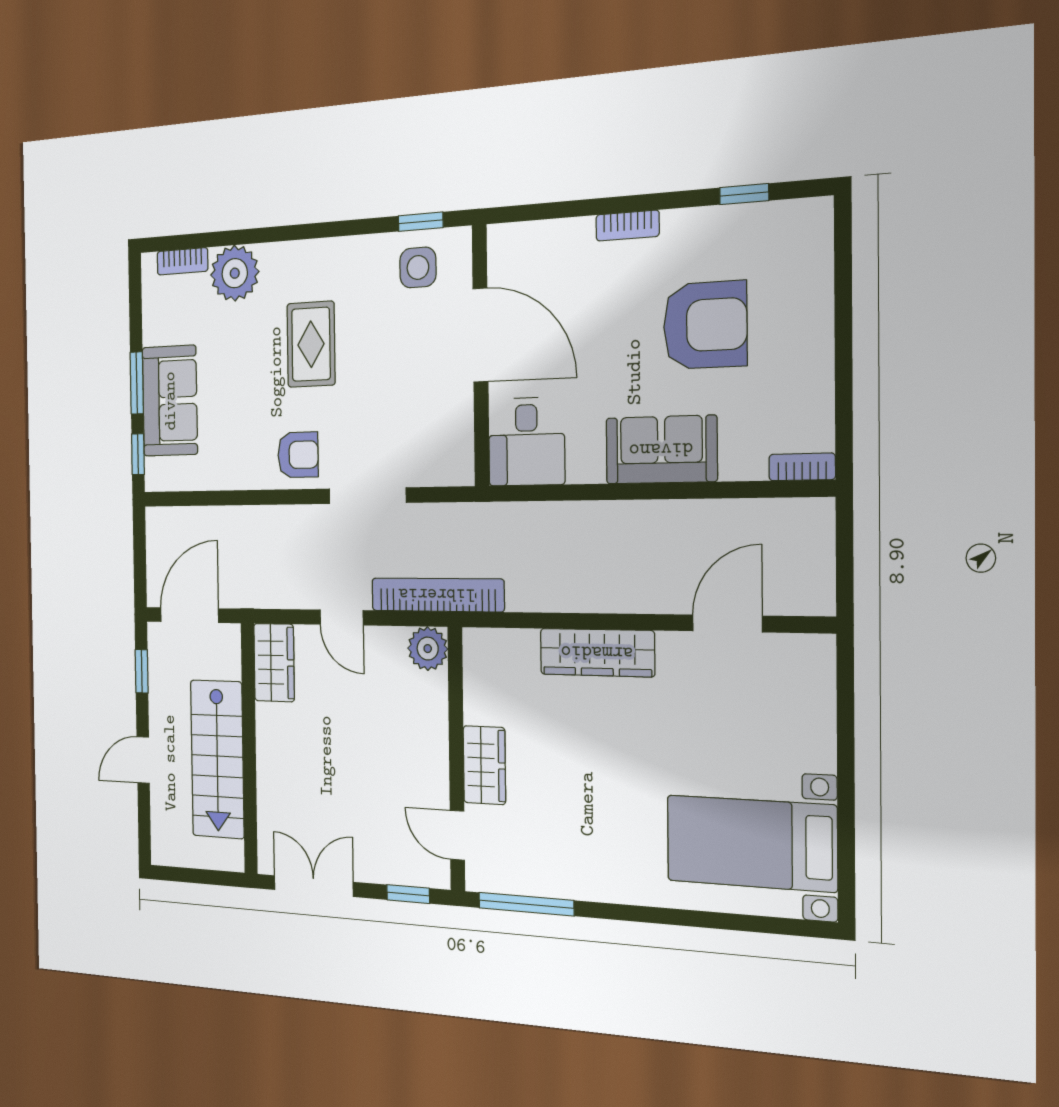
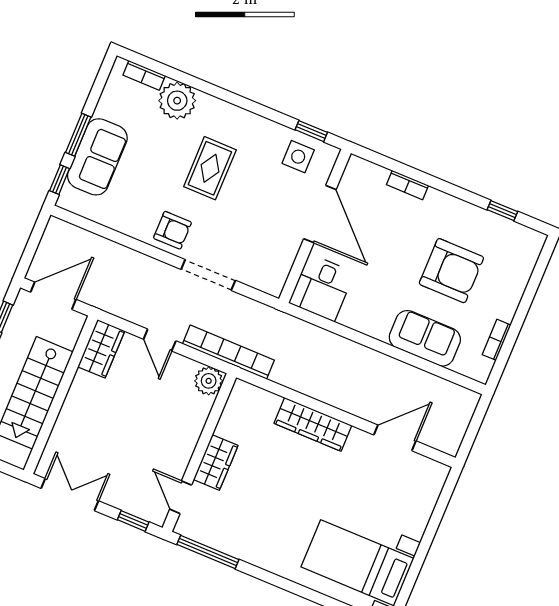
bookcase: (628, 226) -> (407, 185), moved
sofa: (661, 450) -> (425, 338), moved
bookcase: (802, 467) -> (497, 340), moved, turned -90

